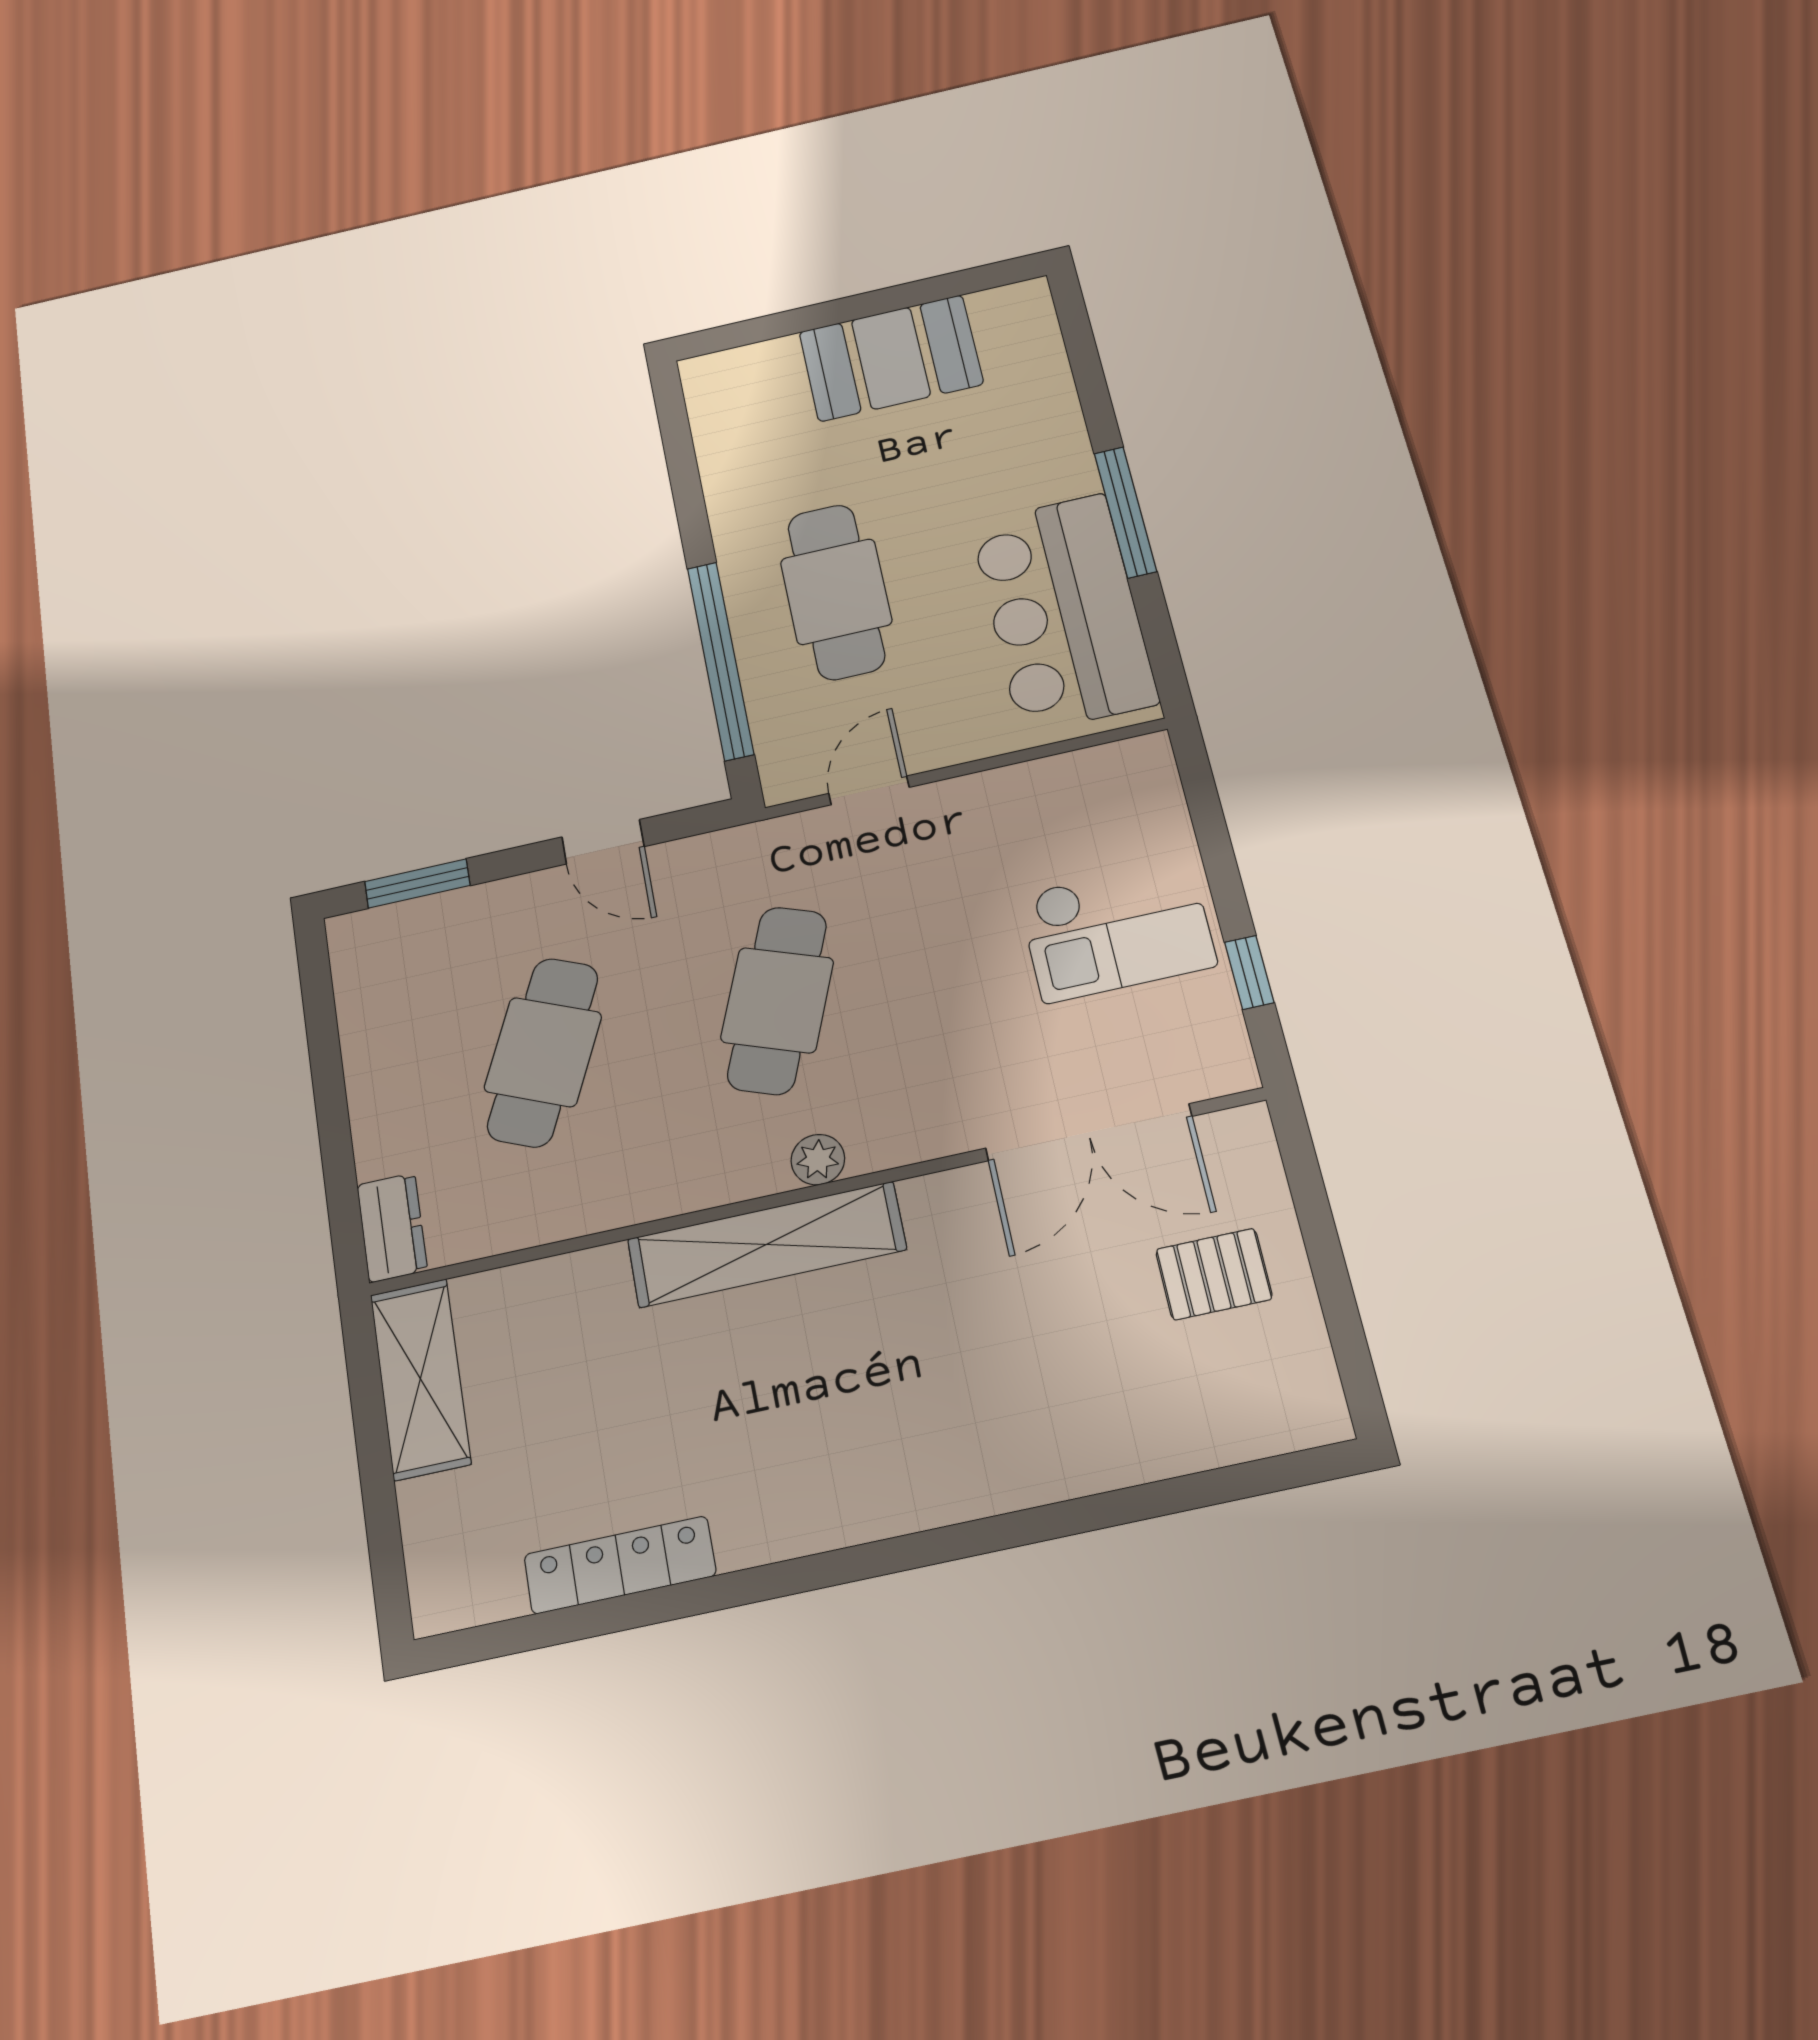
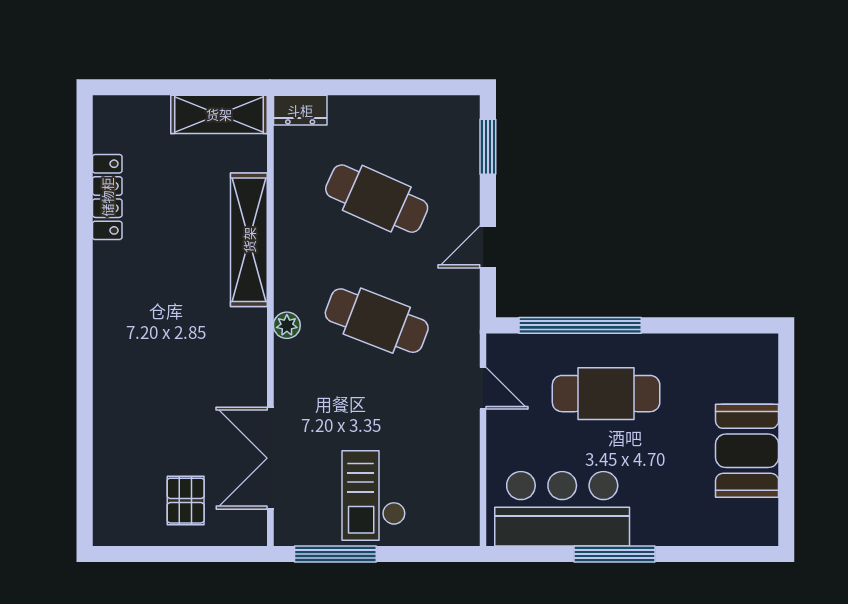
window: (1249, 972) -> (335, 554), width x2.17
shelving: (766, 1244) -> (249, 240), moved

